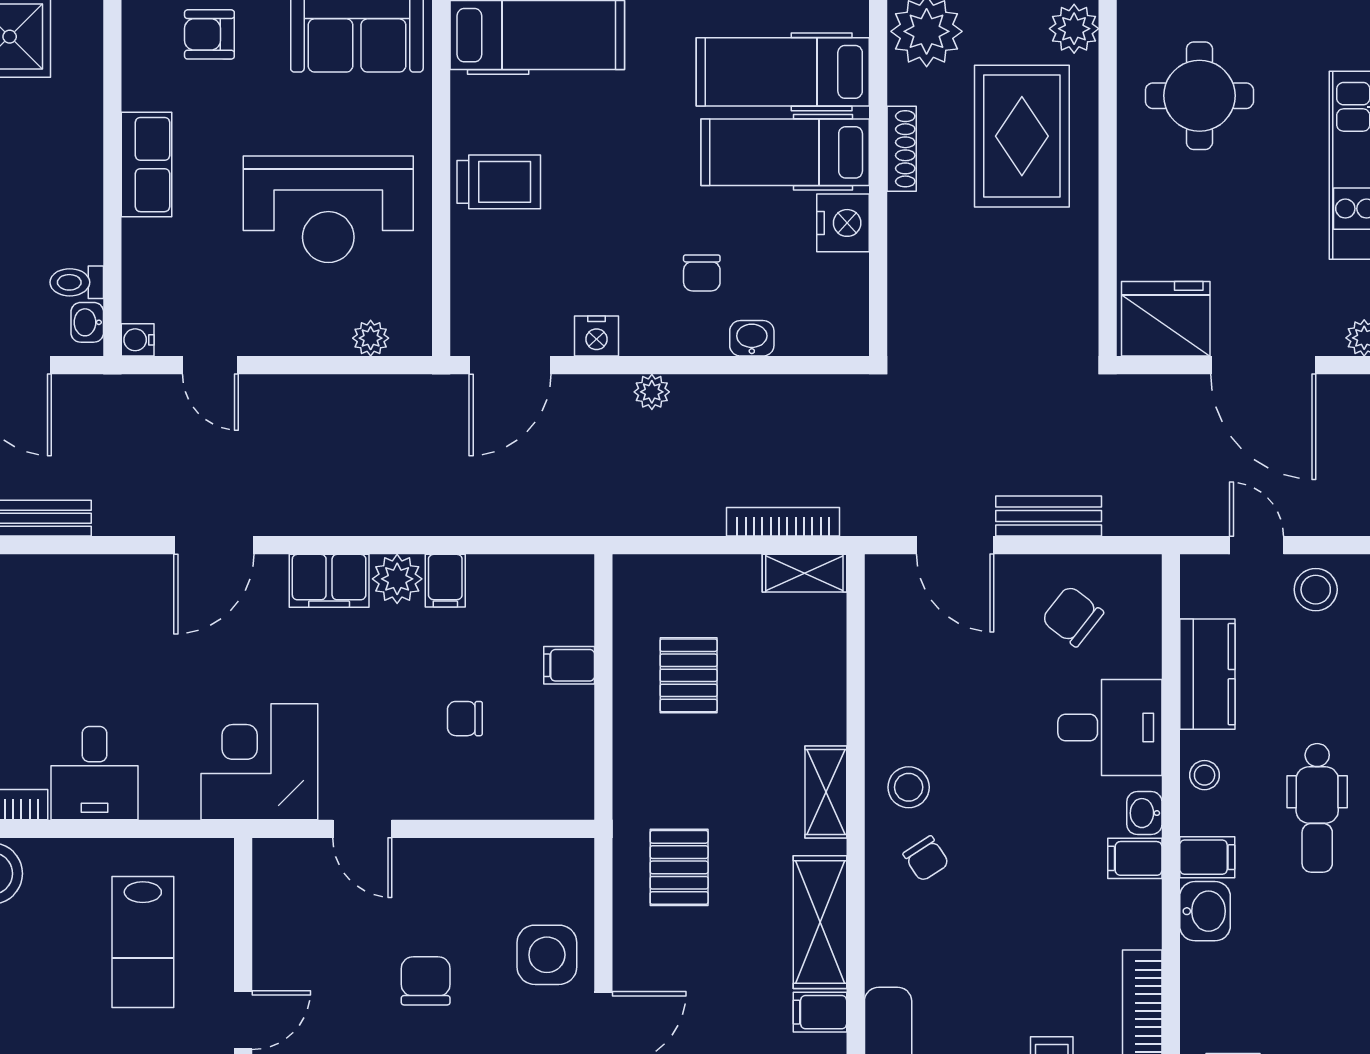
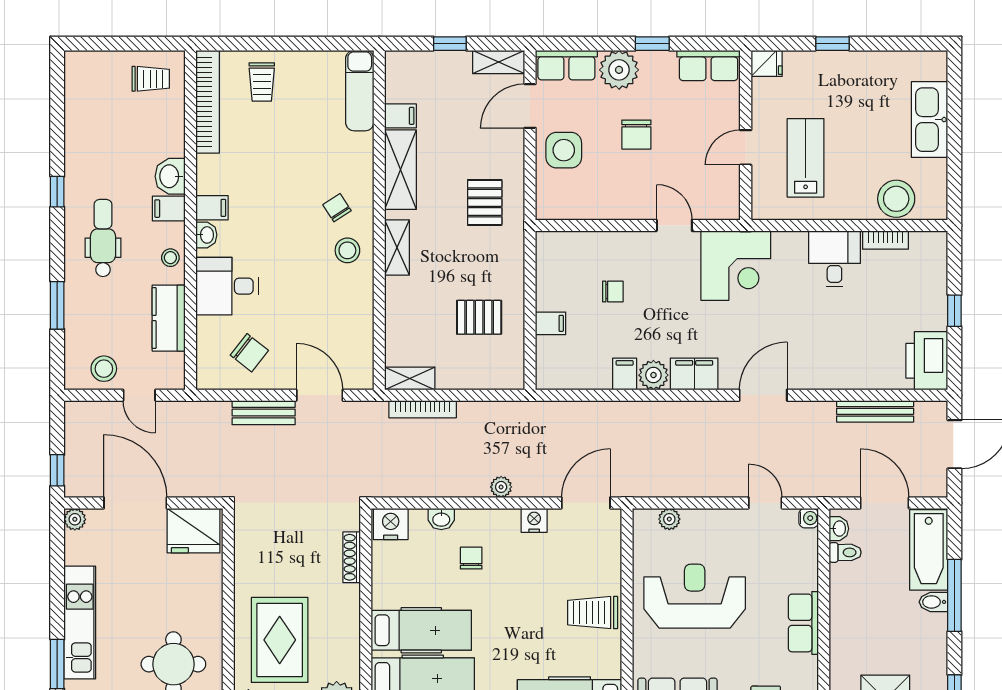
shoe rack: (902, 149) -> (352, 557), moved
nightstand: (843, 223) -> (391, 524), moved, turned 90
pallet: (689, 675) -> (479, 317), turned 90
door: (243, 1020) -> (746, 147), moved

